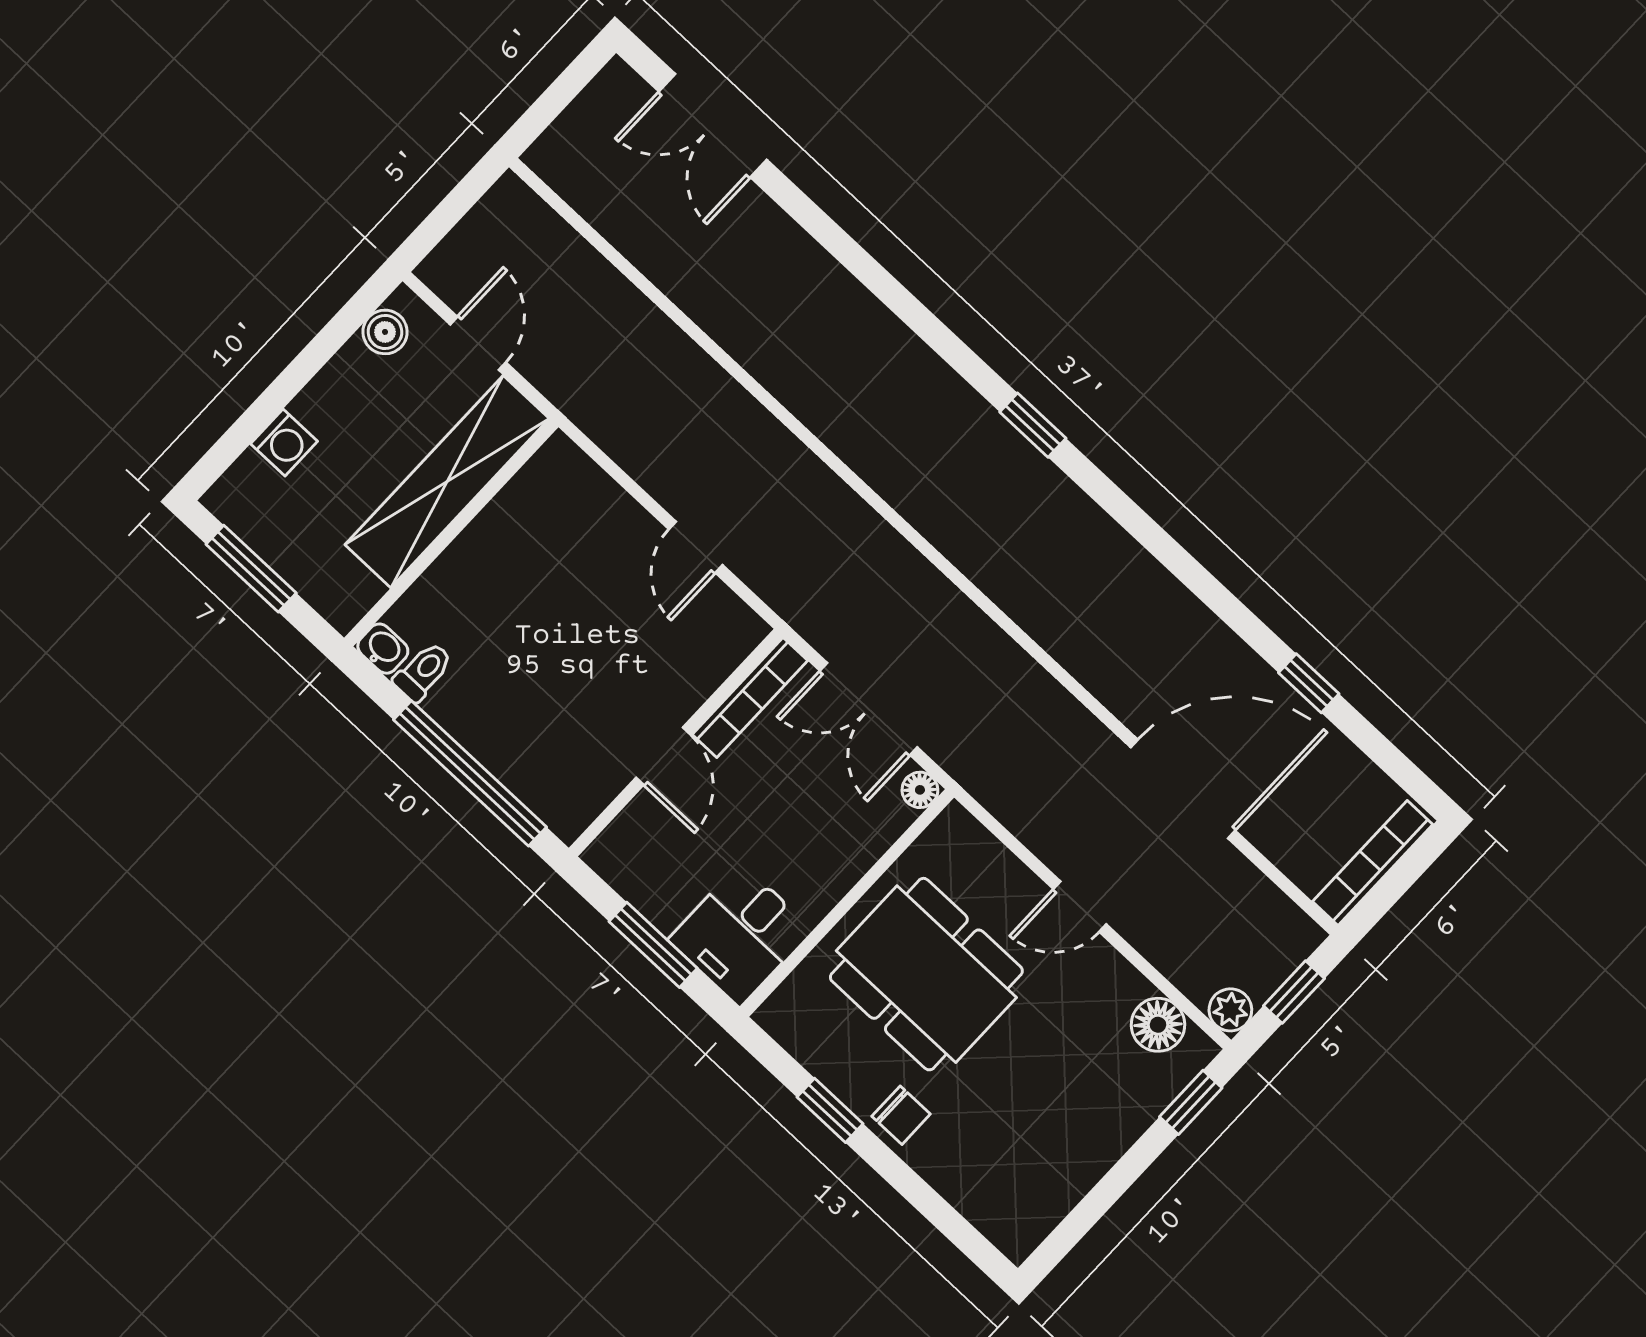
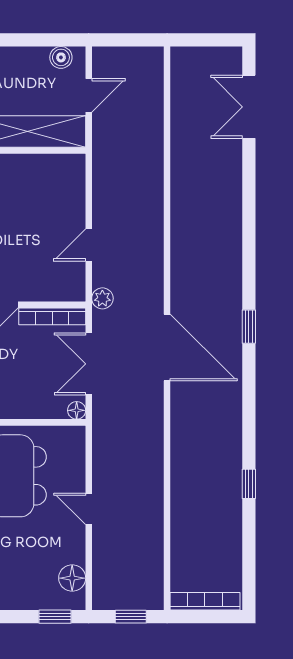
window: (1309, 683) -> (249, 484), moved
door: (1183, 789) -> (167, 348), moved
plant: (1230, 1010) -> (102, 298), moved

